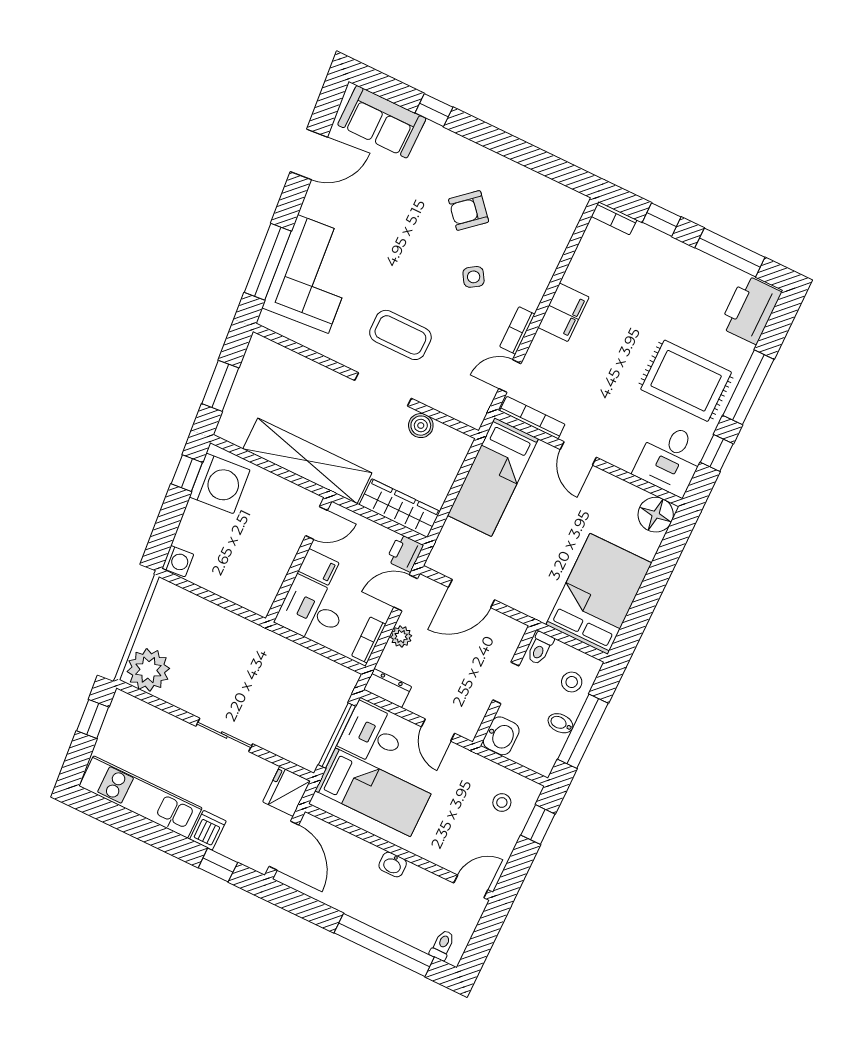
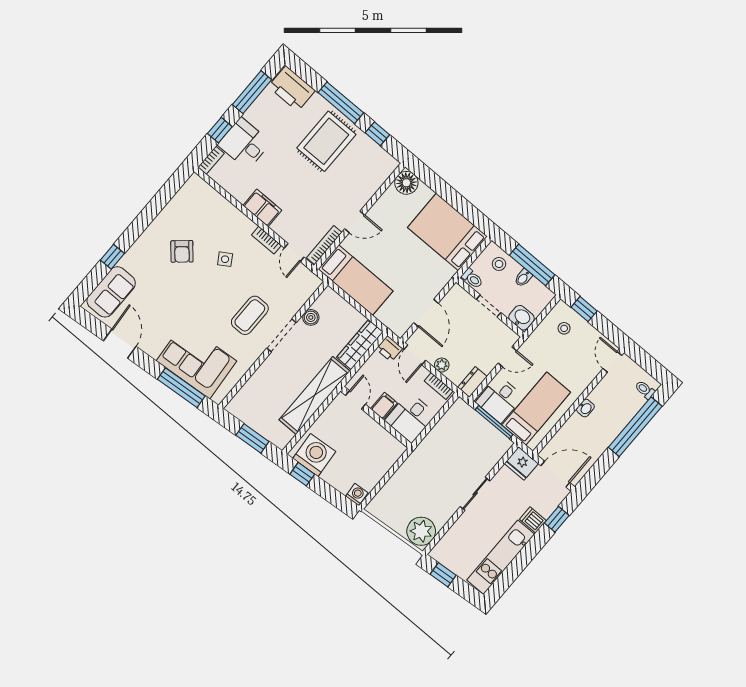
desk: (670, 459) -> (244, 144), moved, turned 180

